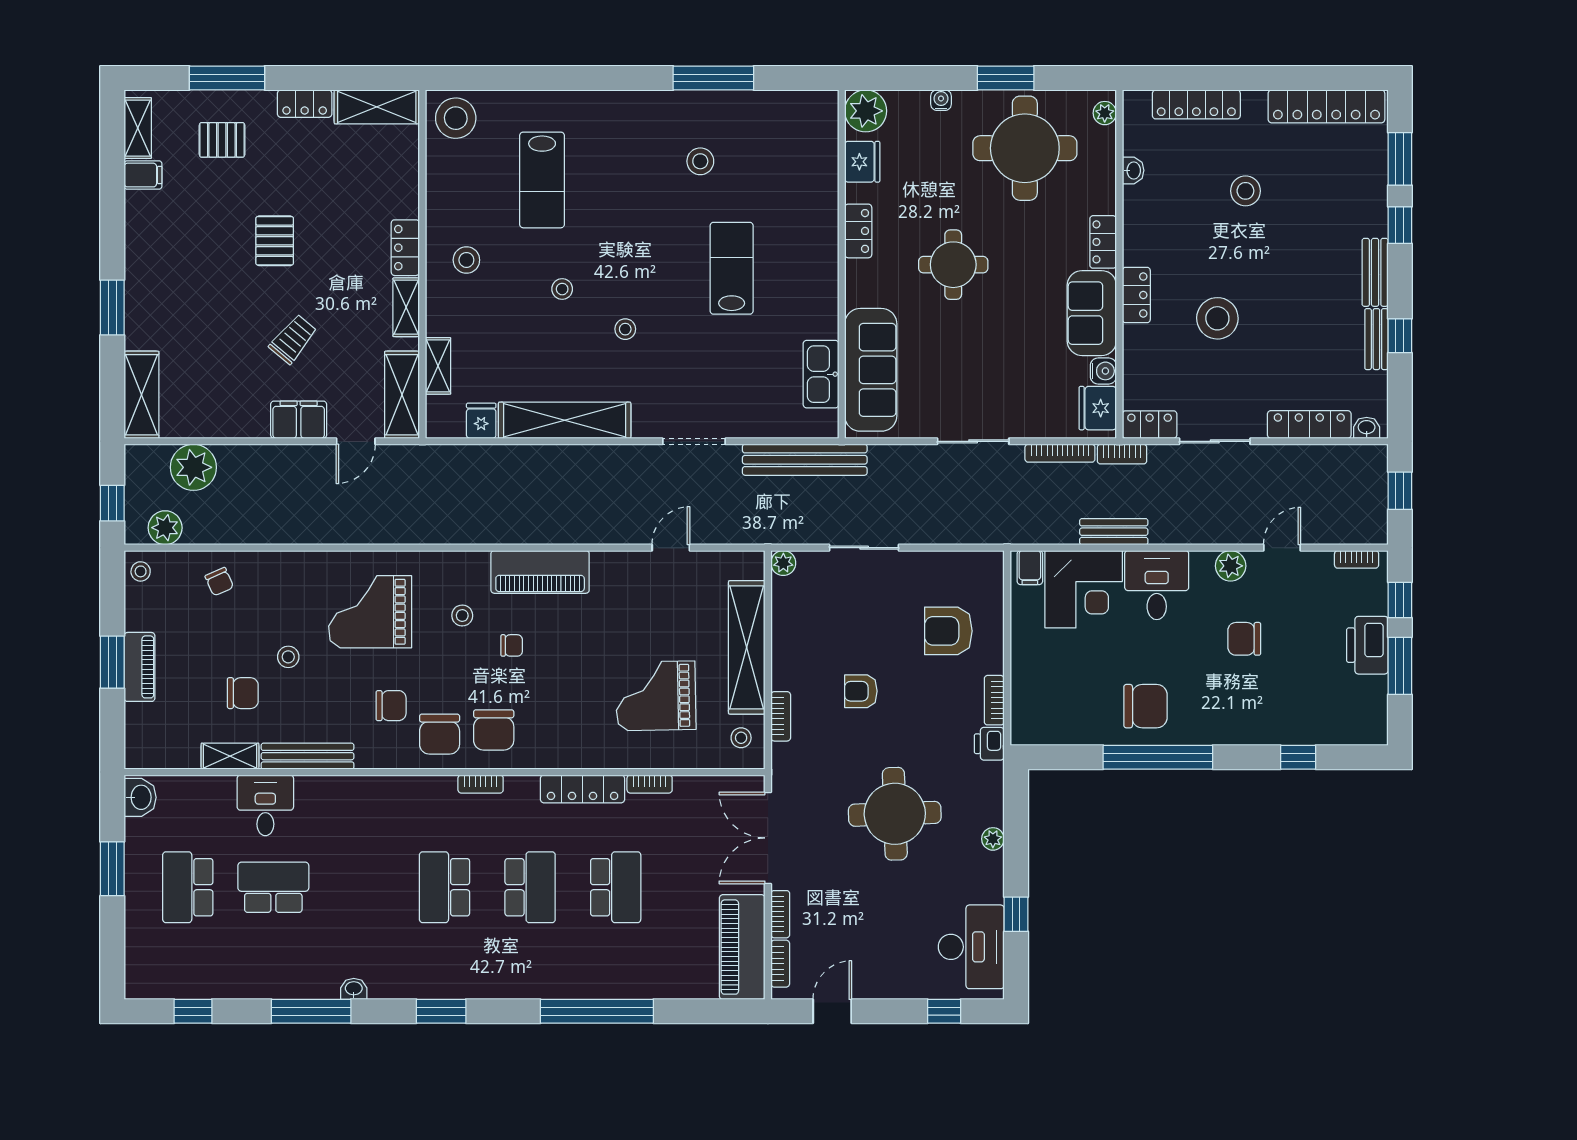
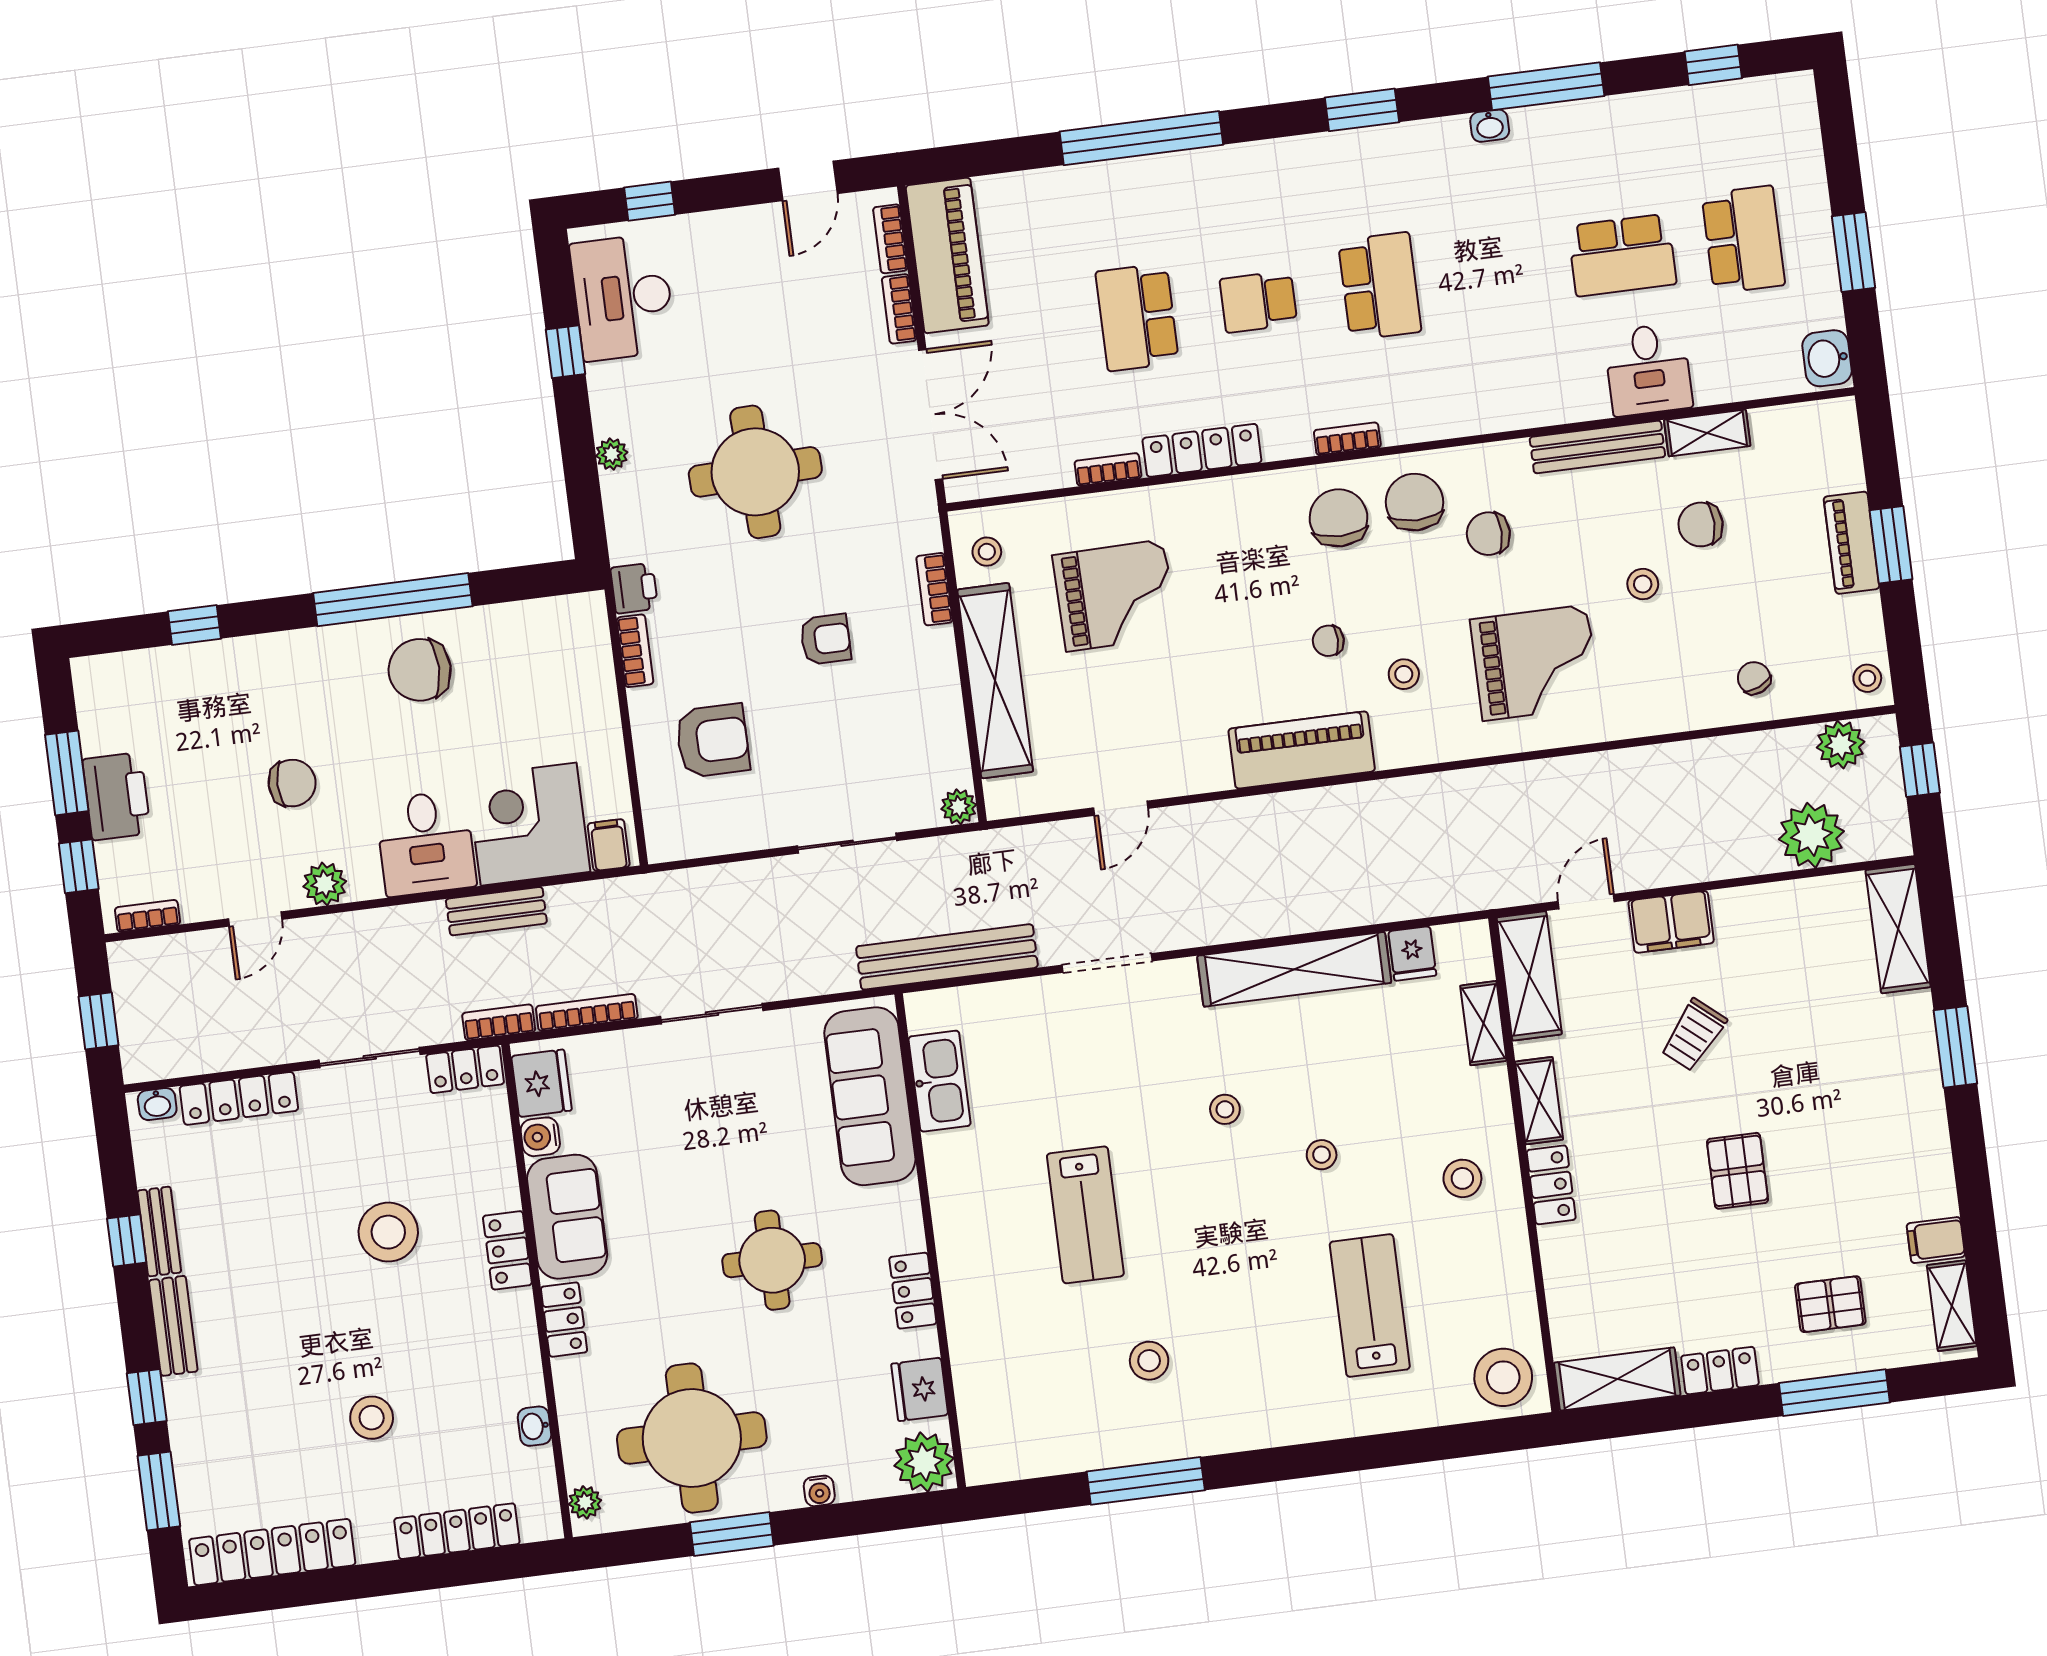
school desk: (530, 887) -> (1258, 302), width x0.54

